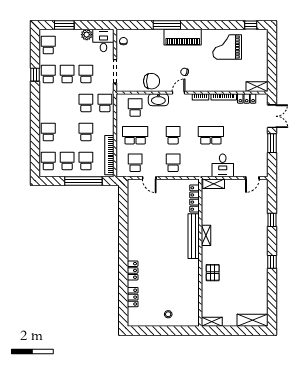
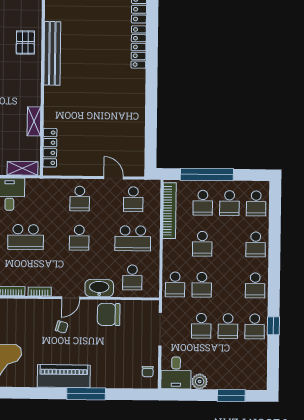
school desk: (48, 45) -> (255, 285), moved
shelving: (206, 235) -> (34, 121), moved
bench: (194, 236) -> (52, 53), moved
locker: (133, 270) -> (139, 47), width x1.53

